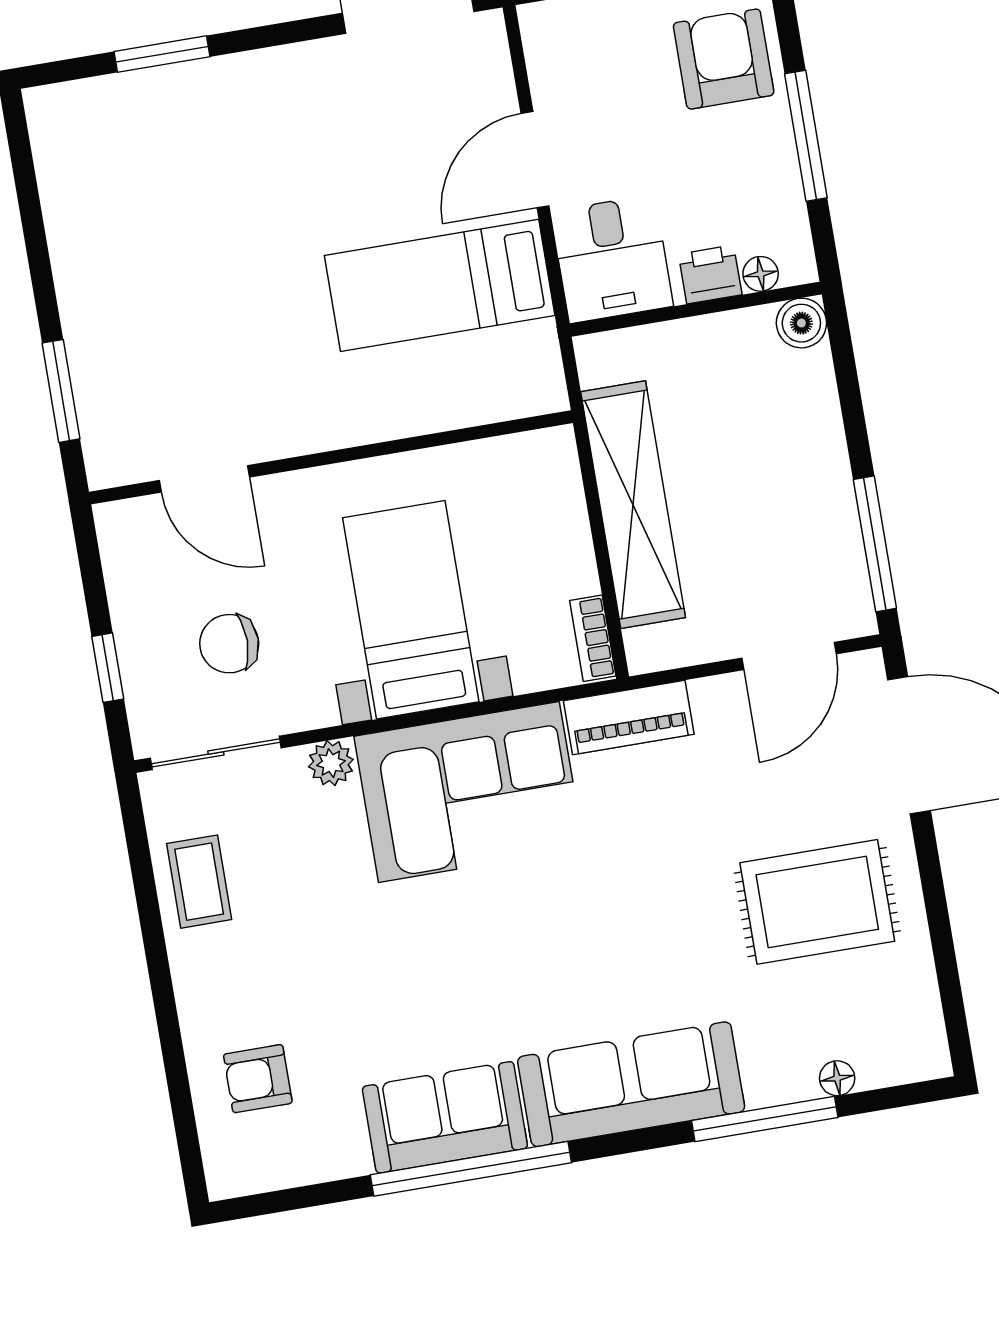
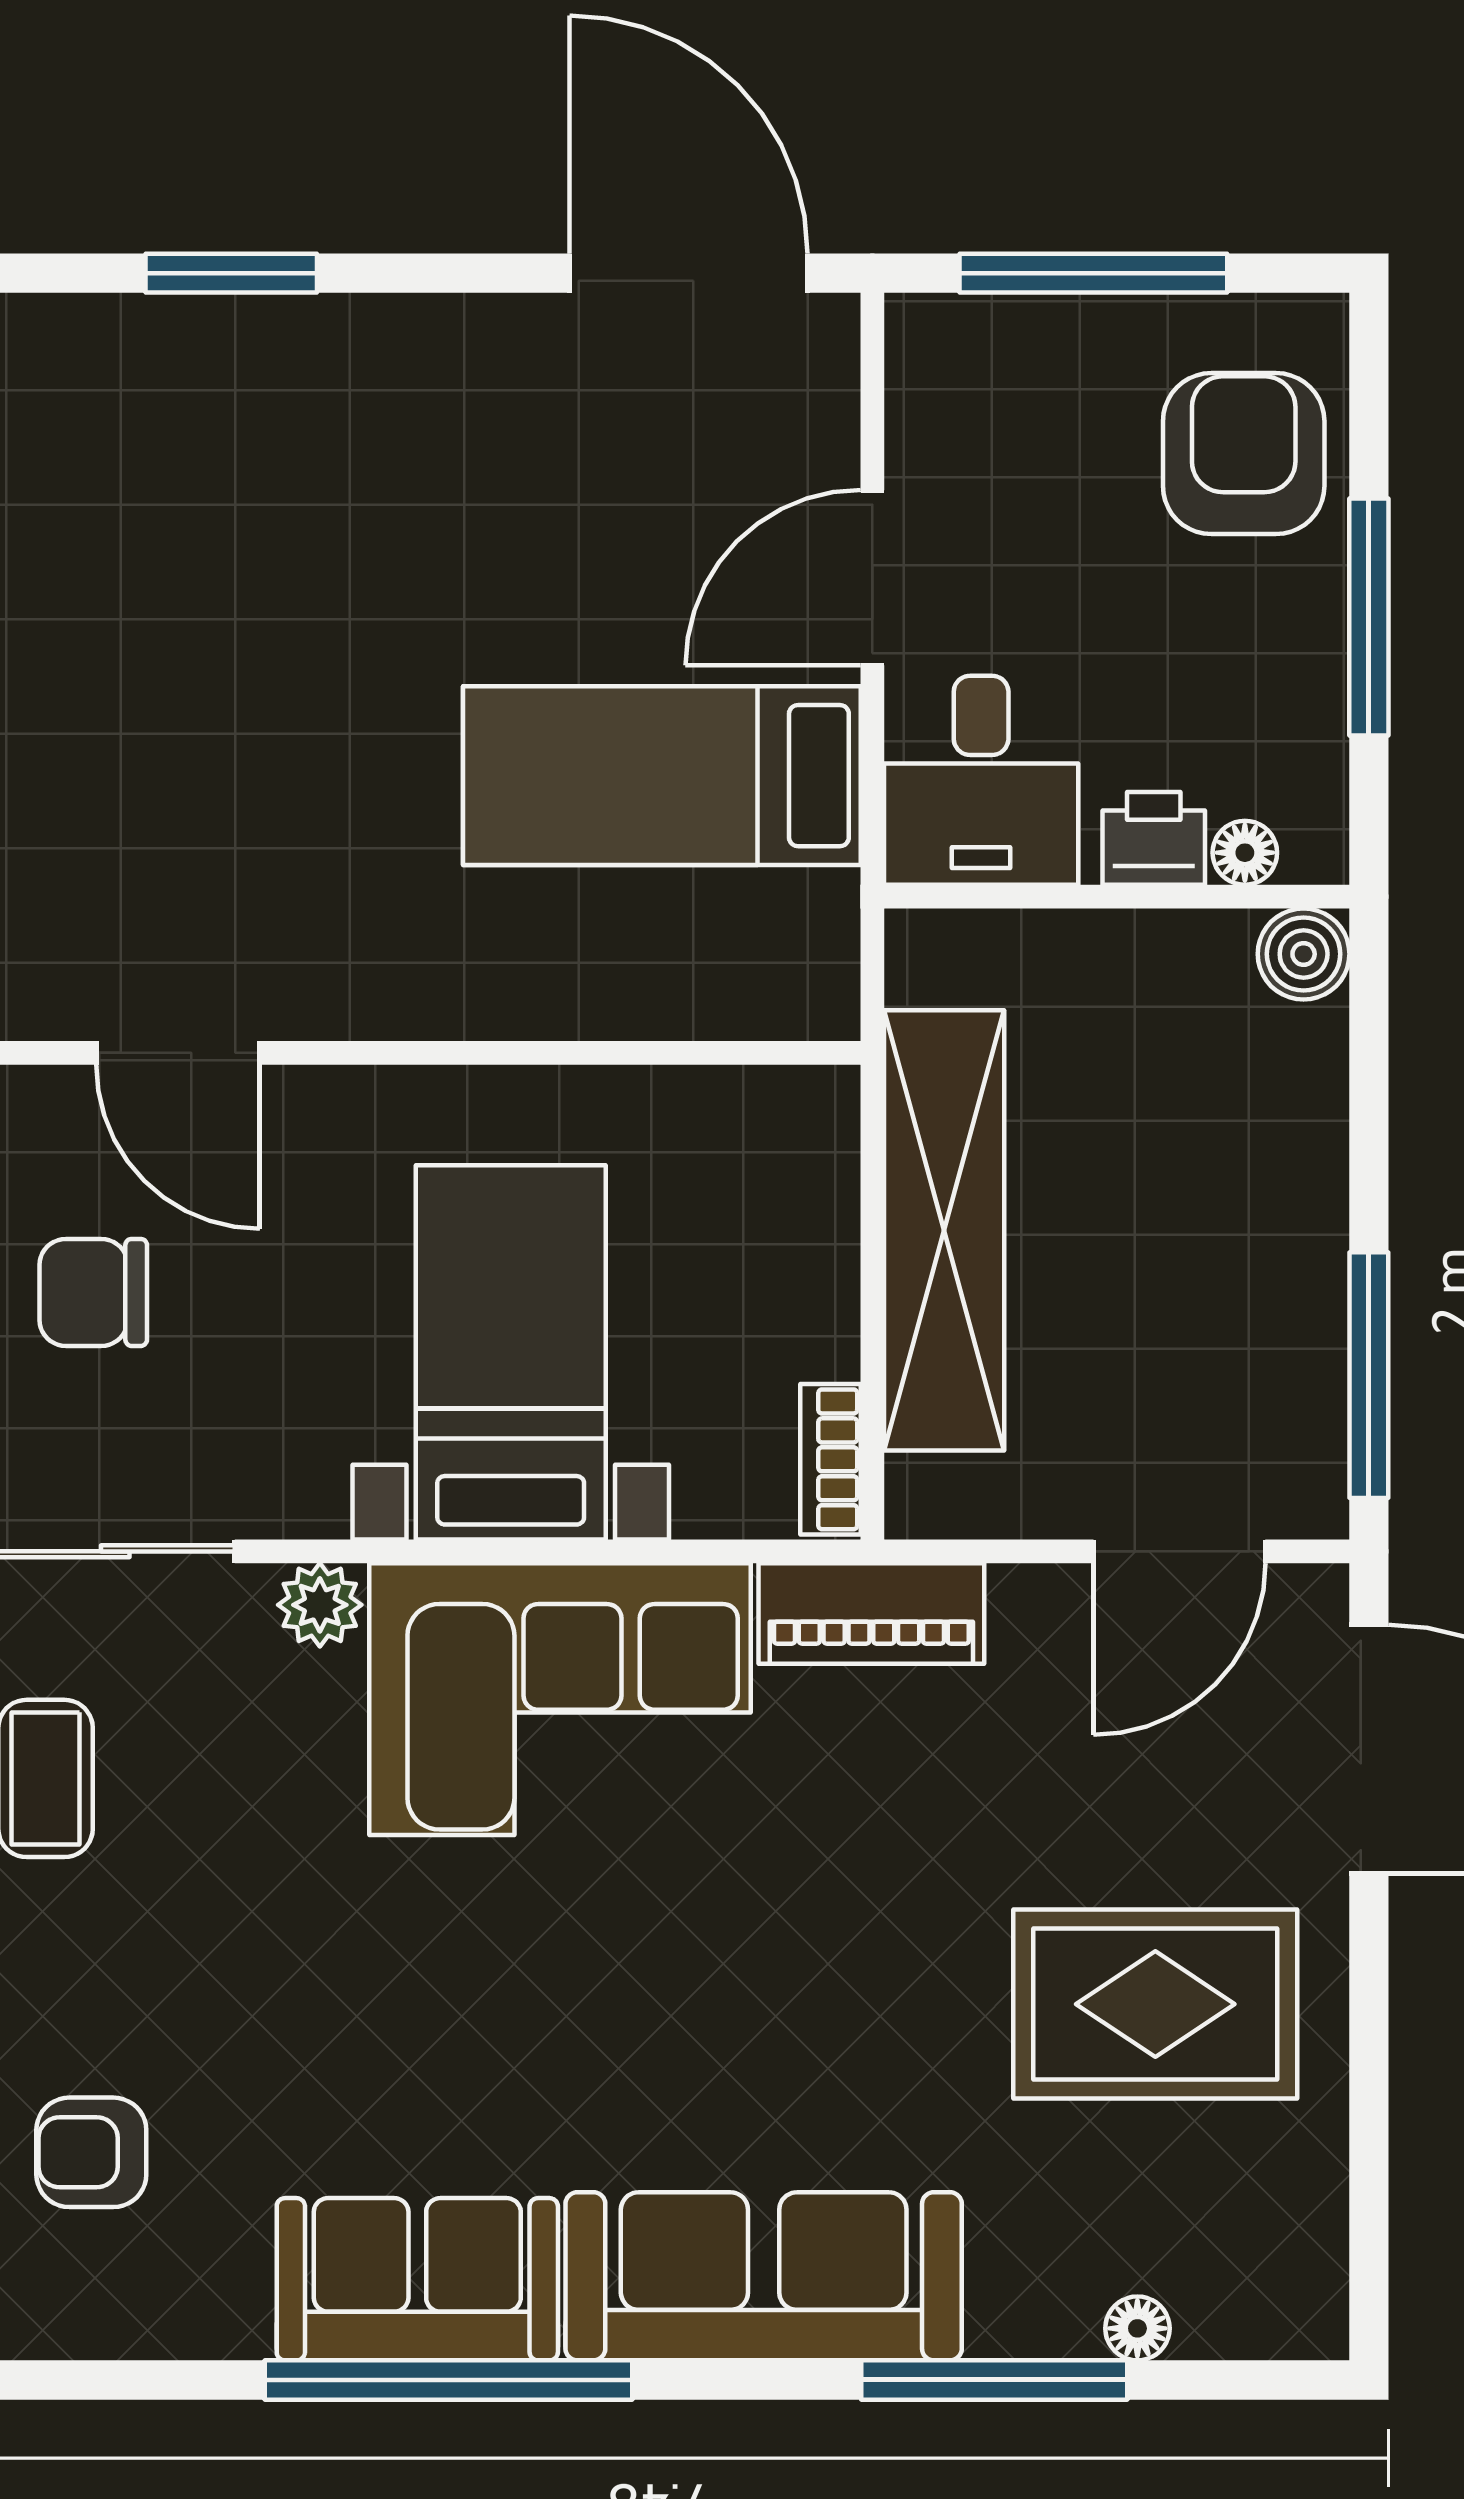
chair: (229, 644) -> (93, 1292), moved

